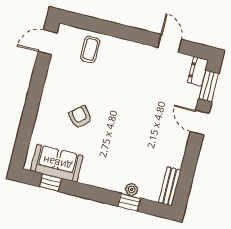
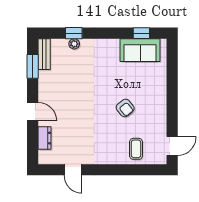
dresser: (198, 71) -> (45, 138), moved
window: (209, 86) -> (33, 66), moved
armchair: (80, 117) -> (125, 108), moved

